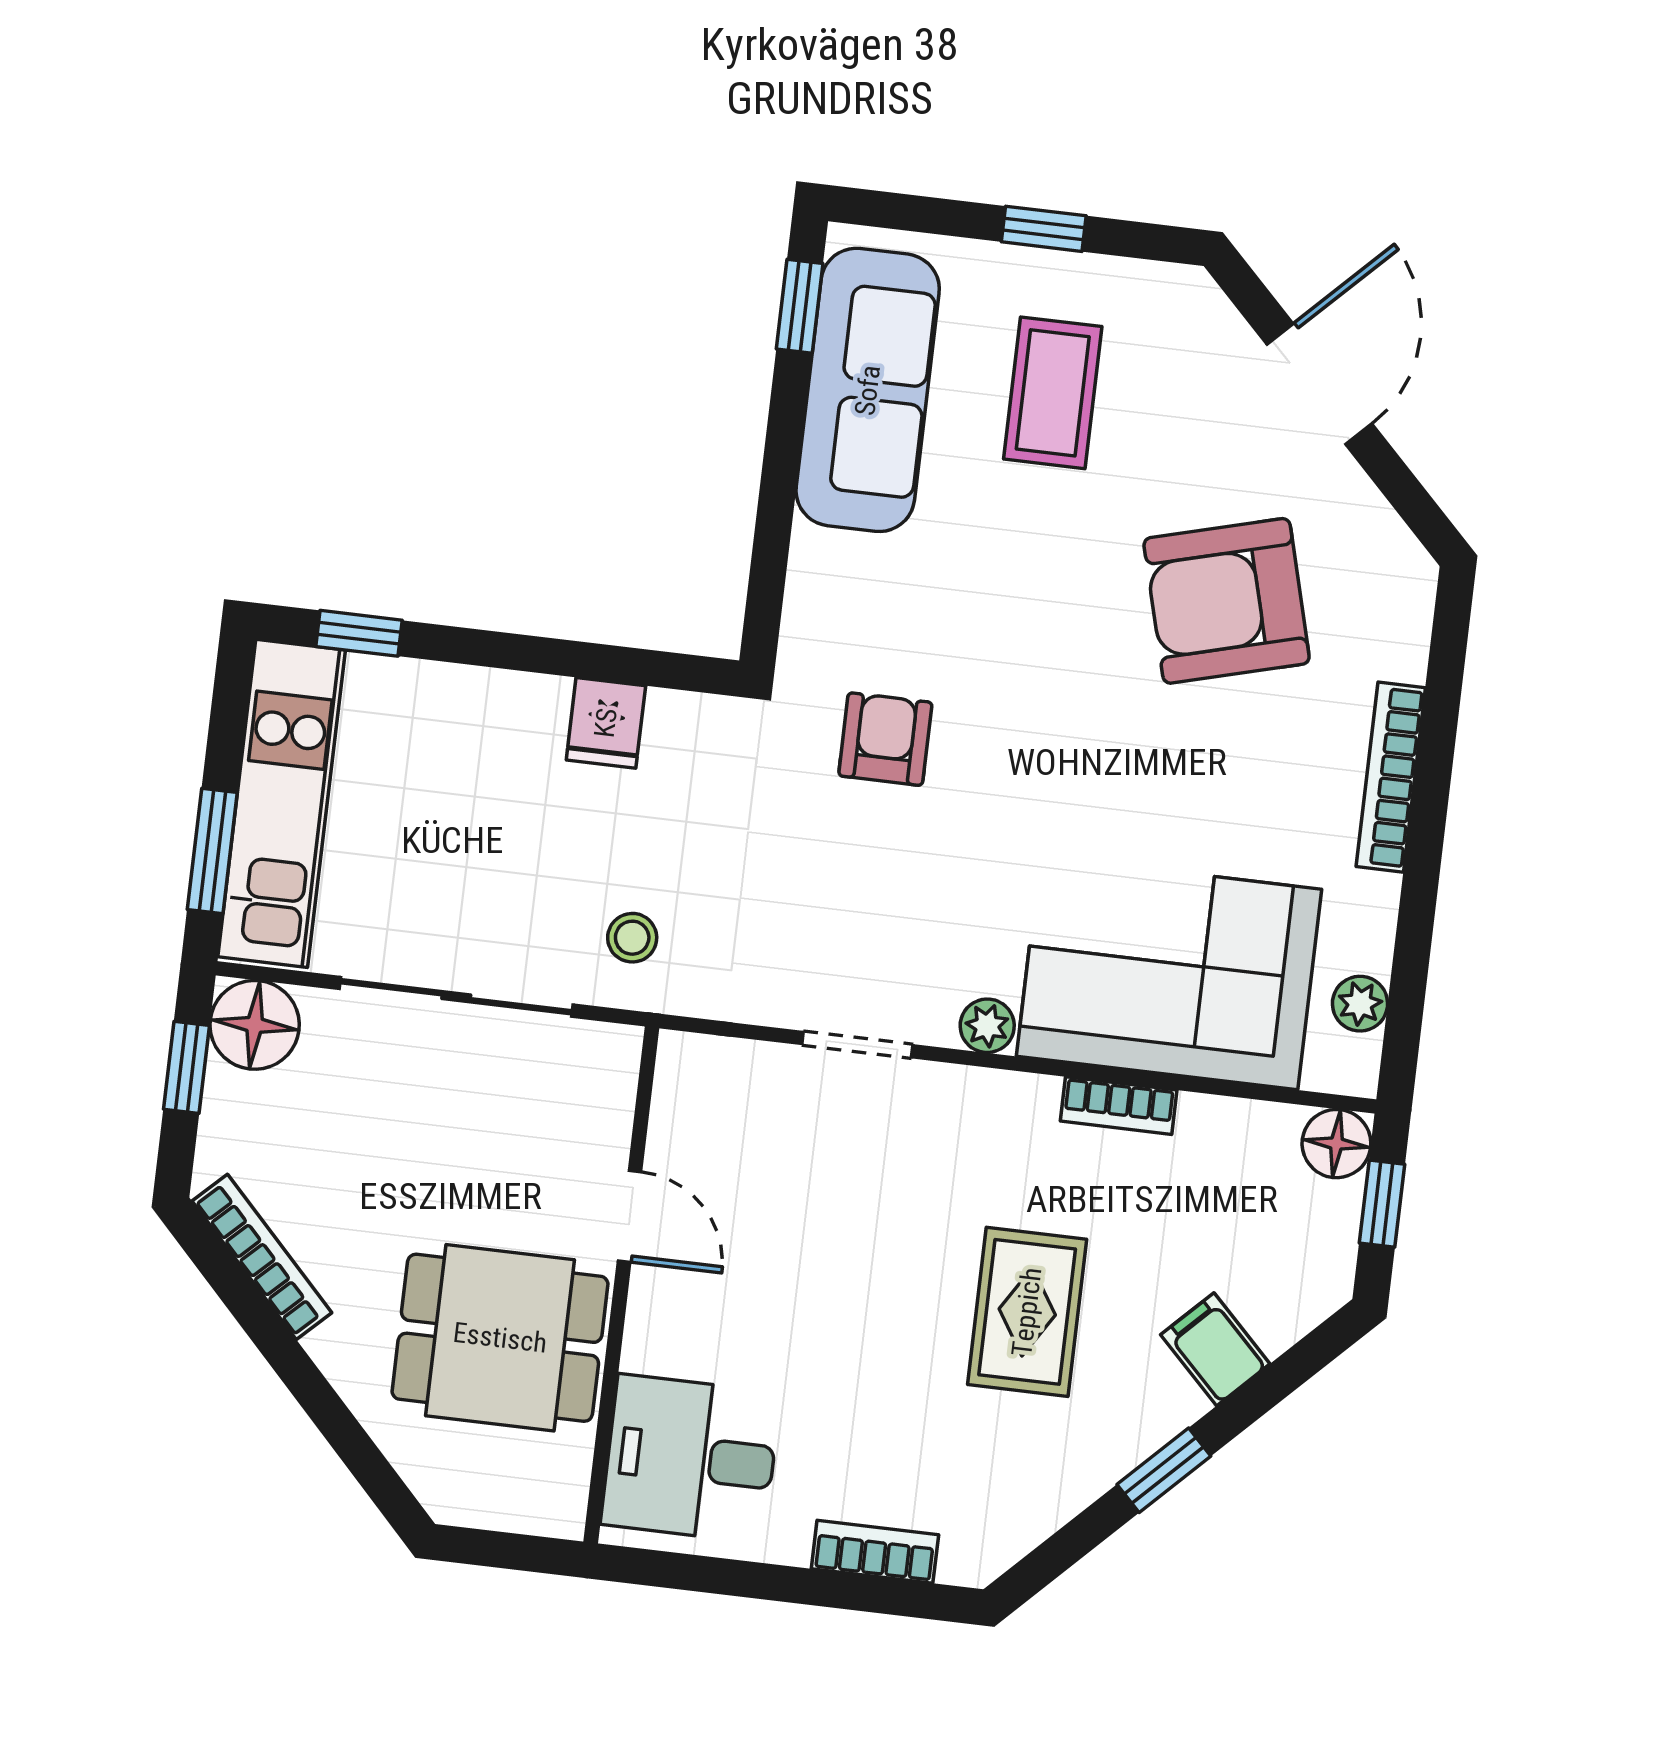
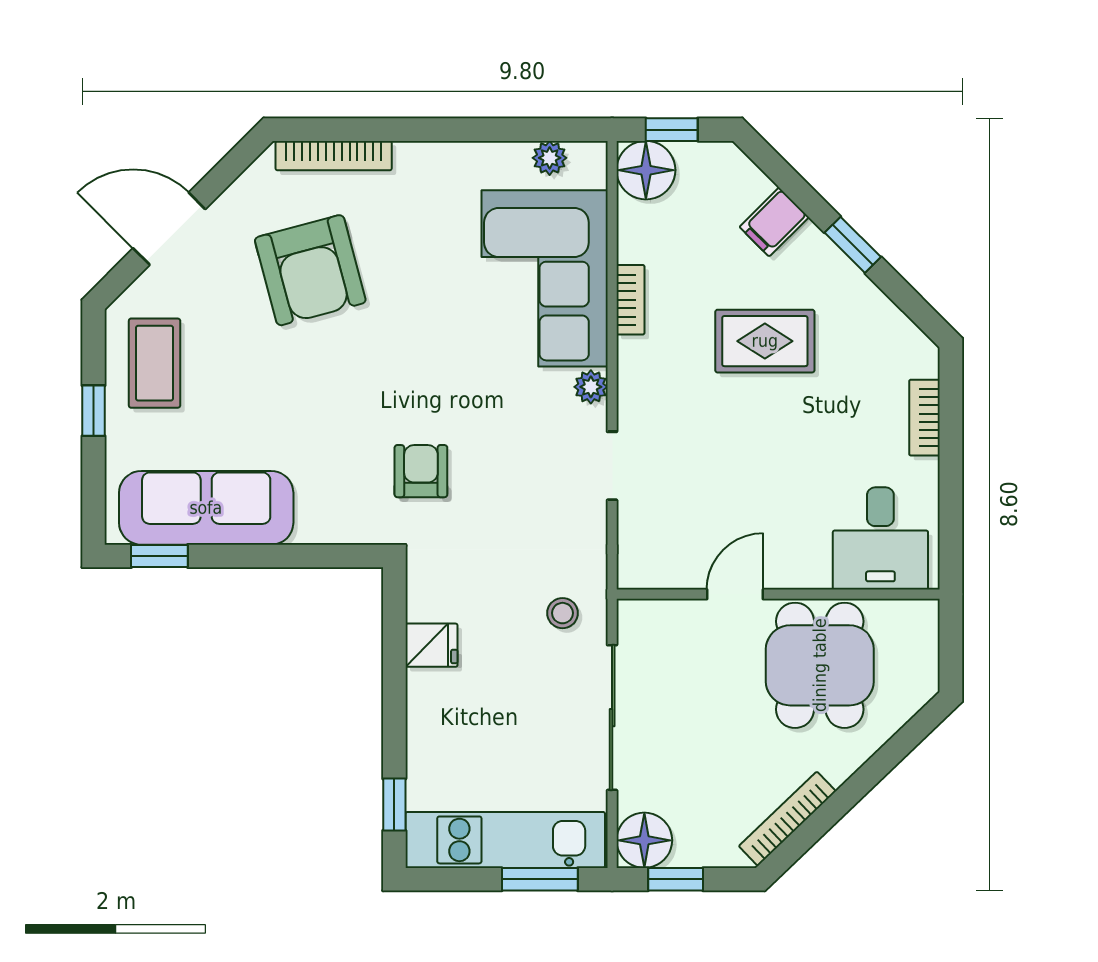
coffee table: (1053, 393) -> (155, 363), moved, turned 90
armchair: (885, 739) -> (421, 471), turned 90
bookcase: (1391, 777) -> (334, 156), moved
floor lamp: (1336, 1144) -> (646, 170), width x1.38, depth x1.38

